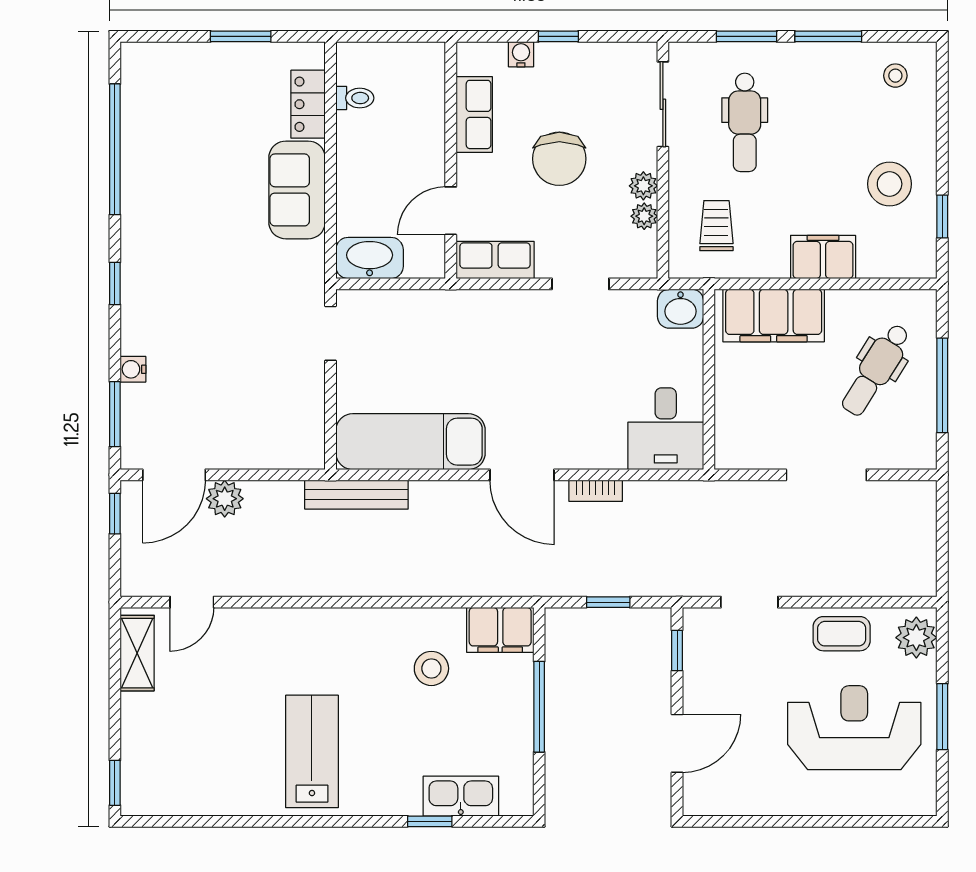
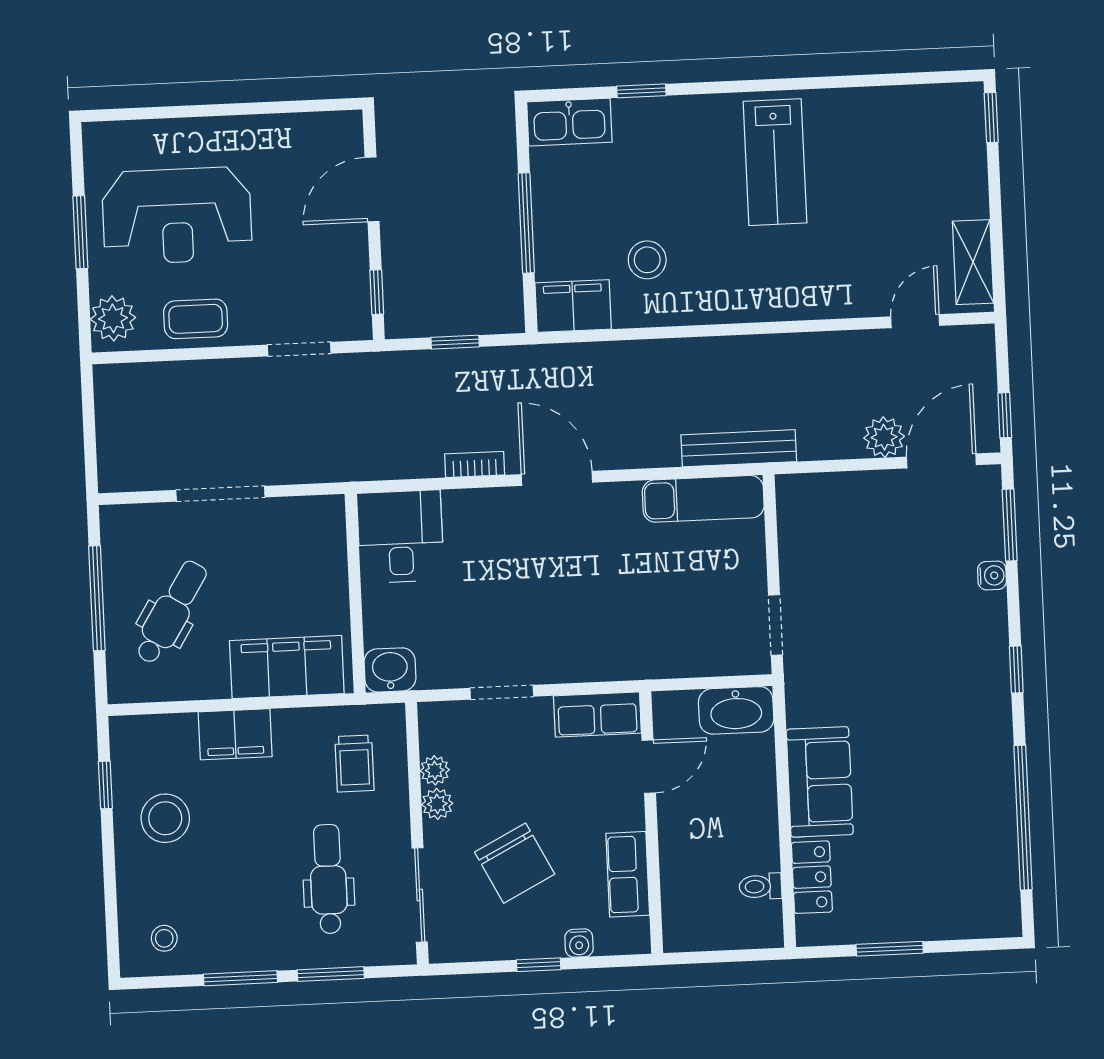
chair: (559, 159) -> (515, 863), moved, turned 153
exam couch: (411, 442) -> (703, 499), width x0.73, depth x0.69
kitchen sink: (461, 796) -> (569, 122), moved

